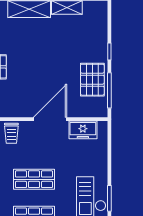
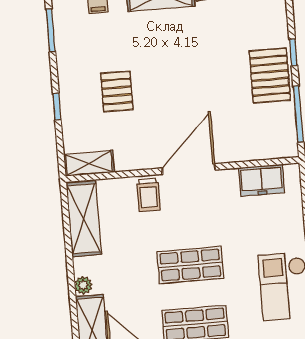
pallet: (92, 80) -> (270, 76), moved
door: (50, 119) -> (189, 169), moved

